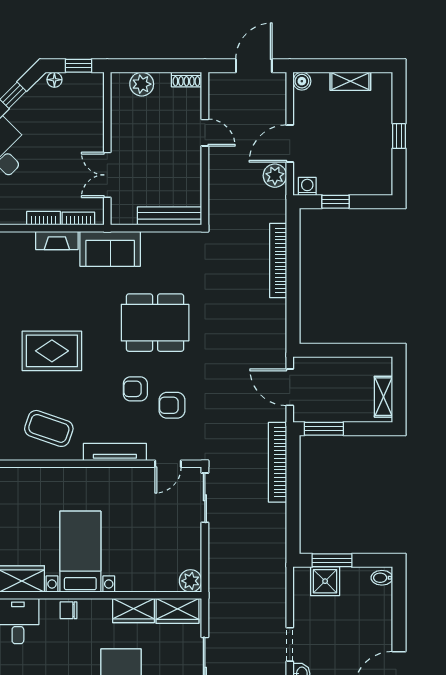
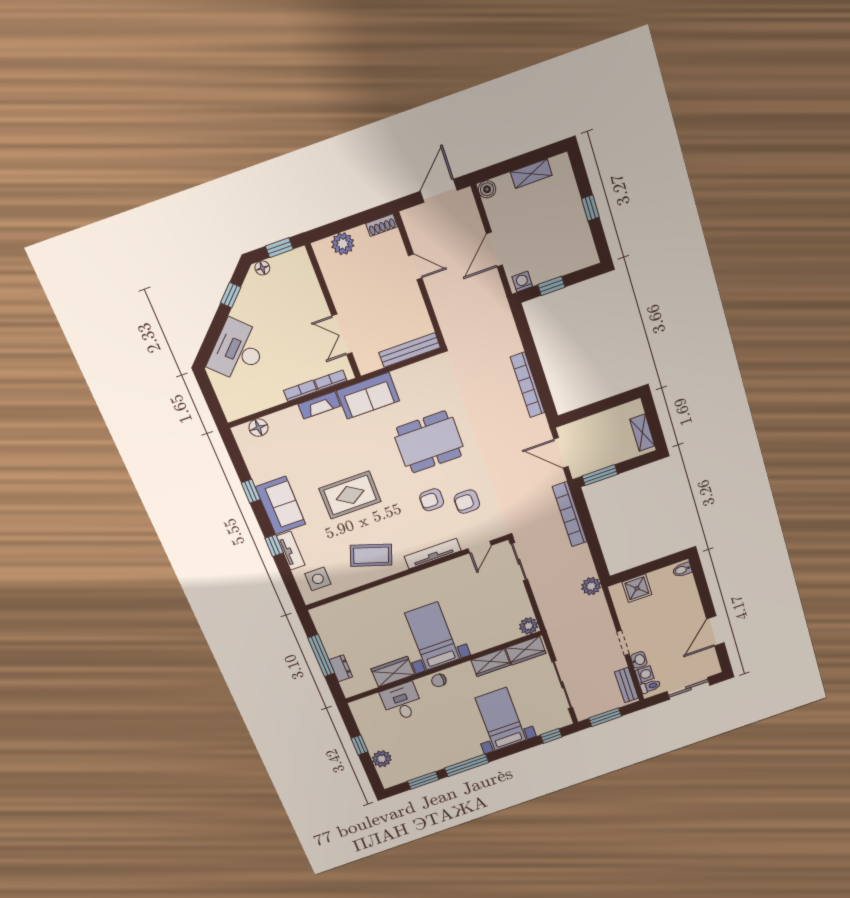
plant: (275, 176) -> (591, 586), moved
bookcase: (278, 261) -> (528, 385), moved
window: (332, 560) -> (638, 571), removed

